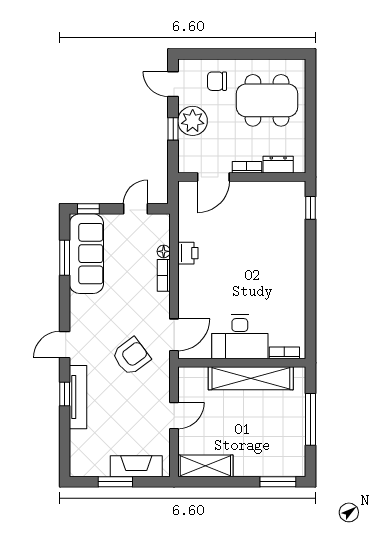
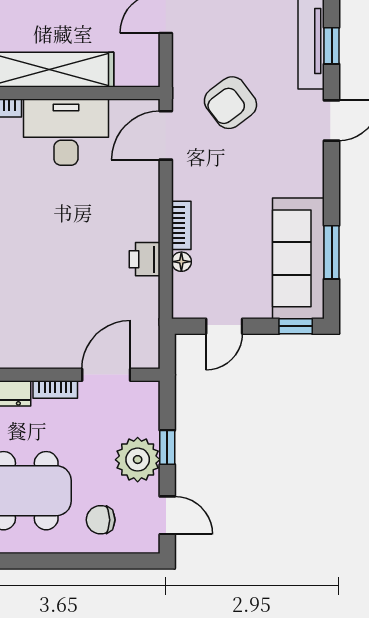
chair: (217, 81) -> (101, 520), turned 180

